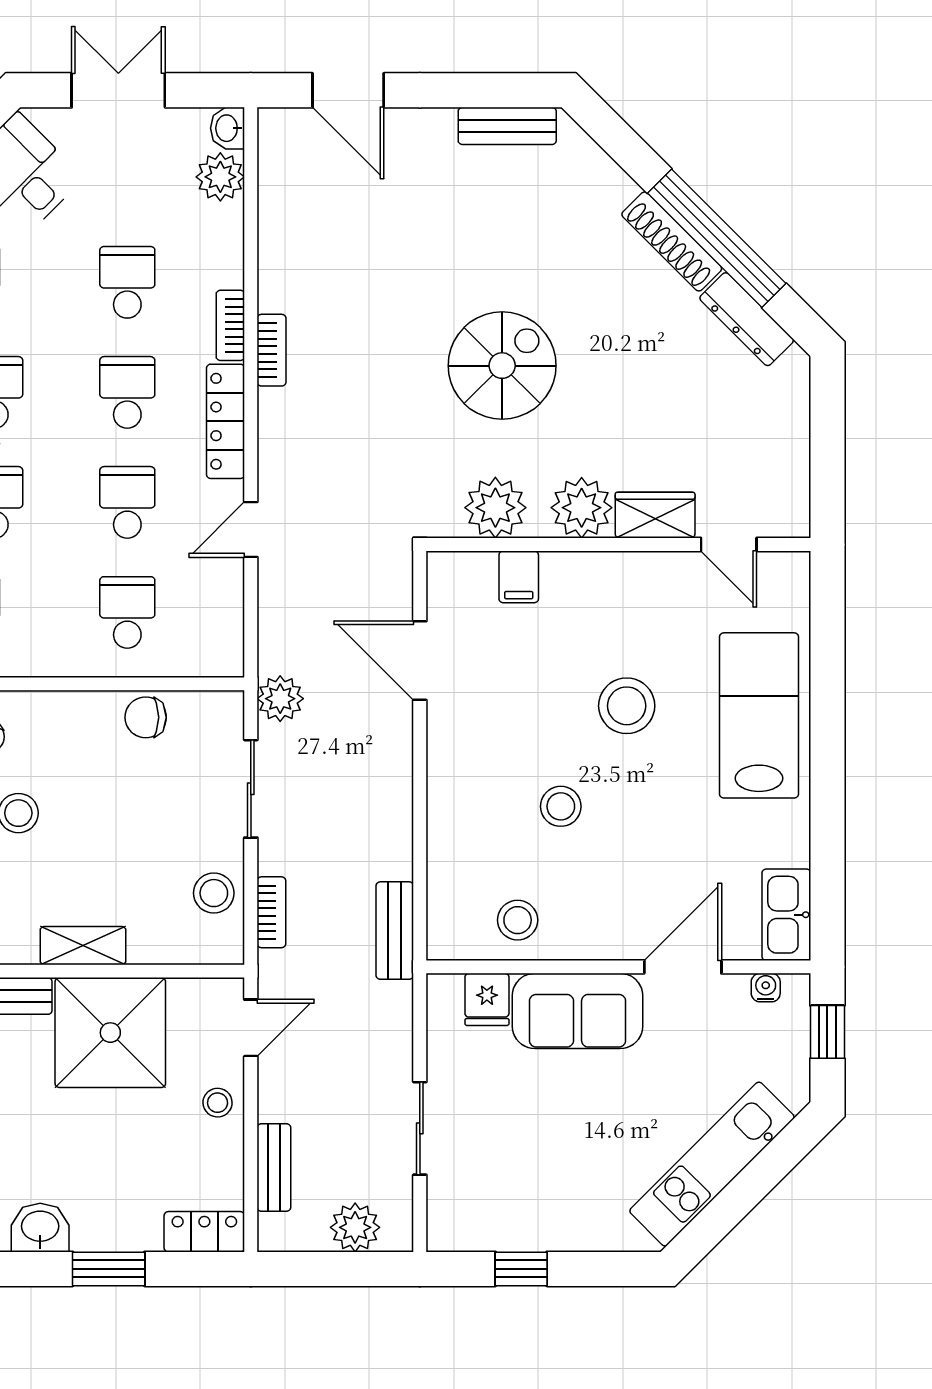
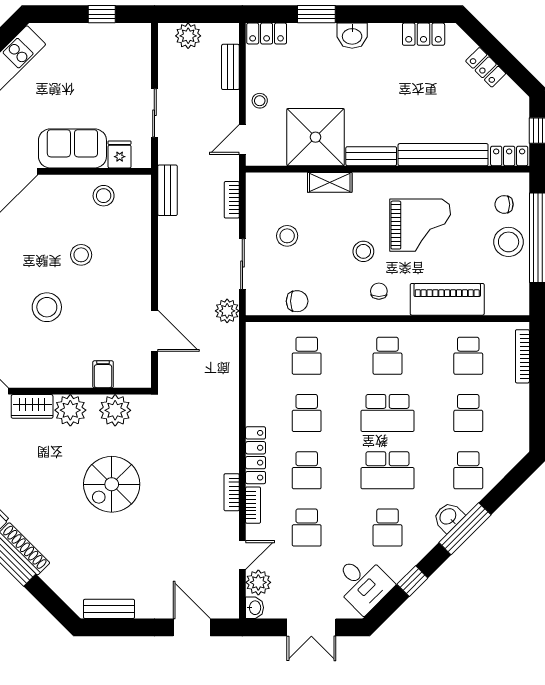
door: (251, 530) -> (242, 555), moved
stool: (214, 893) -> (287, 236), moved
sliding door: (420, 1128) -> (154, 113), moved

